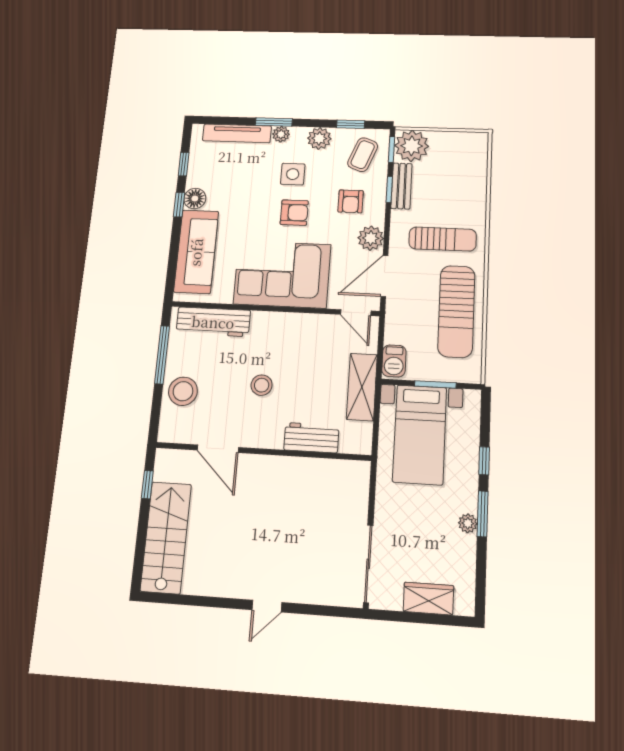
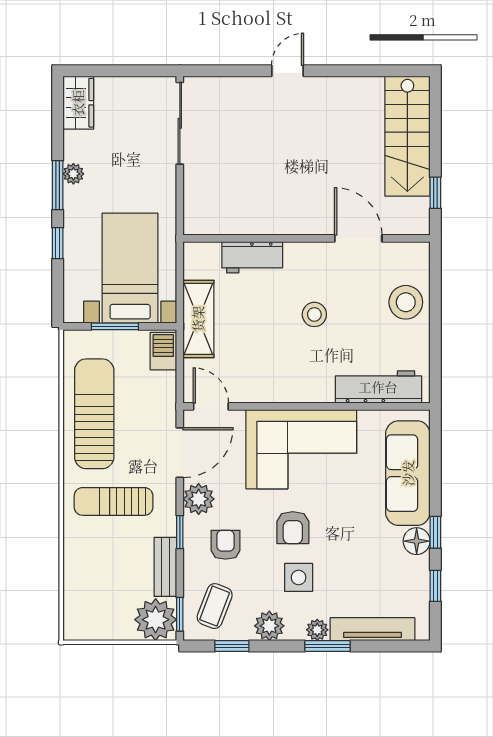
window: (389, 189) -> (180, 532), moved
armchair: (294, 213) -> (293, 528), turned -90
window: (162, 355) -> (435, 344), removed
wardrobe: (428, 598) -> (78, 103), moved, turned -90

